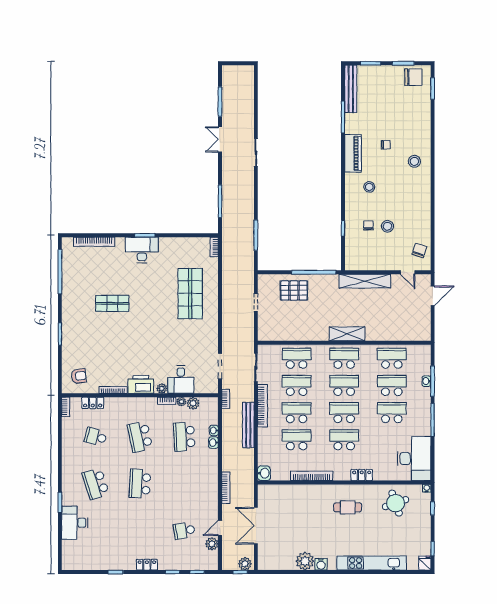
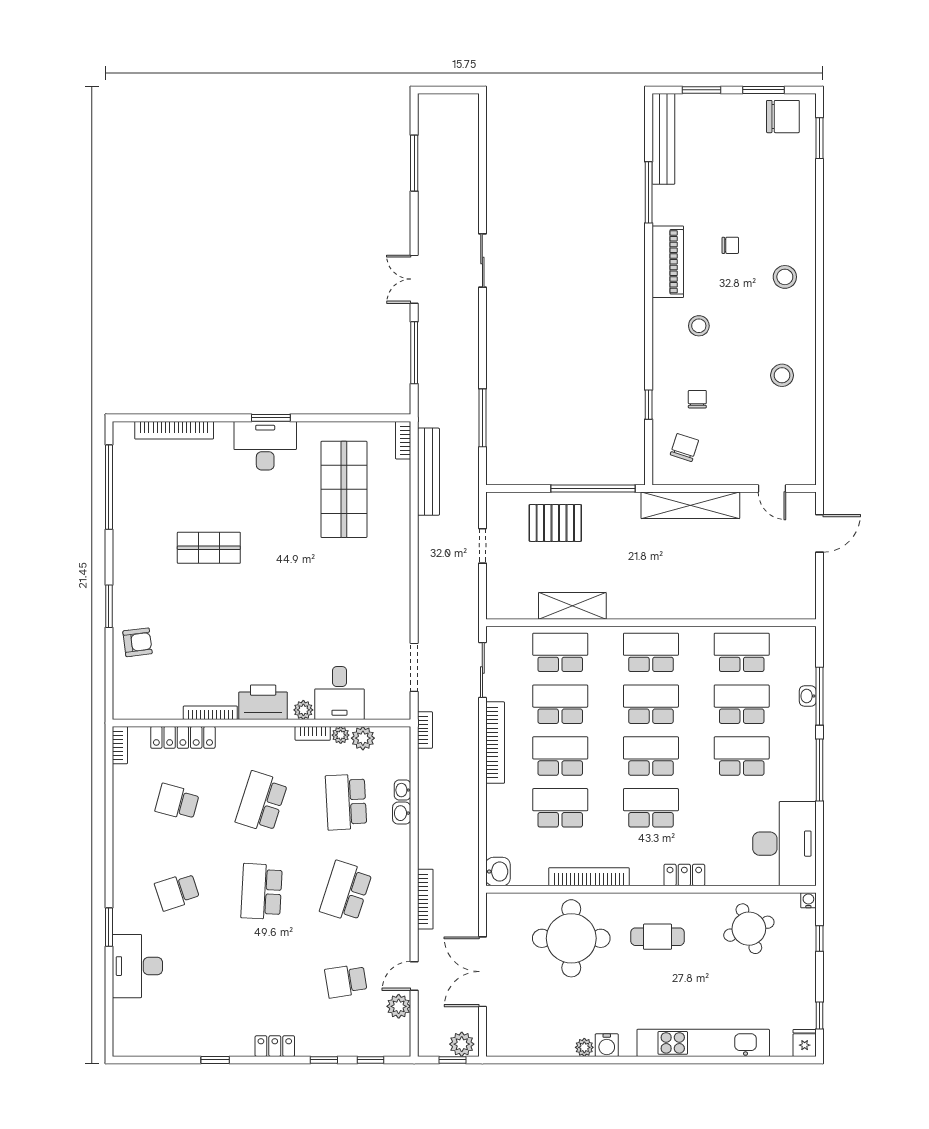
double door: (220, 139) -> (414, 279), moved
stool: (387, 226) -> (782, 375), moved
chair: (419, 250) -> (684, 448), moved
shop shelf: (190, 294) -> (344, 489), moved
shelving: (347, 334) -> (572, 606), moved
armchair: (79, 376) -> (138, 642), moved
locker: (93, 403) -> (183, 737), width x1.53
bench: (248, 425) -> (428, 472), moved
school desk: (140, 437) -> (262, 802), turned 30
school desk: (96, 484) -> (177, 891), width x0.54
school desk: (184, 484) -> (346, 891), added
round table: (302, 508) -> (571, 938), added
plant: (305, 561) -> (584, 1047), width x0.53, depth x0.53

